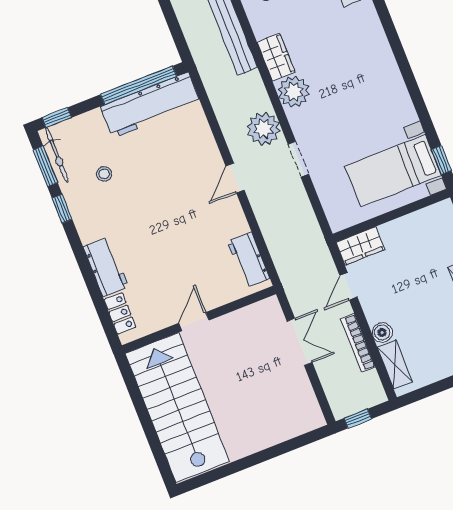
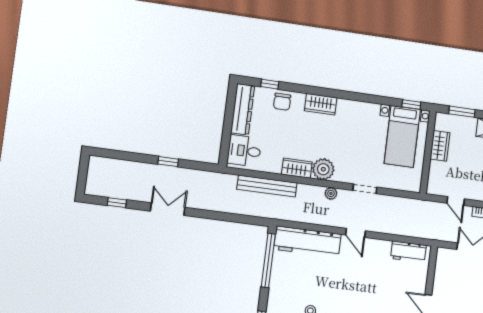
wardrobe: (375, 43) -> (321, 104), added
workbench: (151, 105) -> (307, 242), moved, turned 90
plant: (264, 129) -> (331, 193), width x0.53, depth x0.53
wardrobe: (360, 246) -> (440, 146), moved

